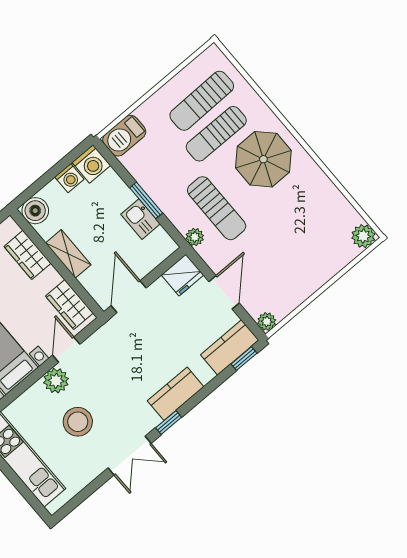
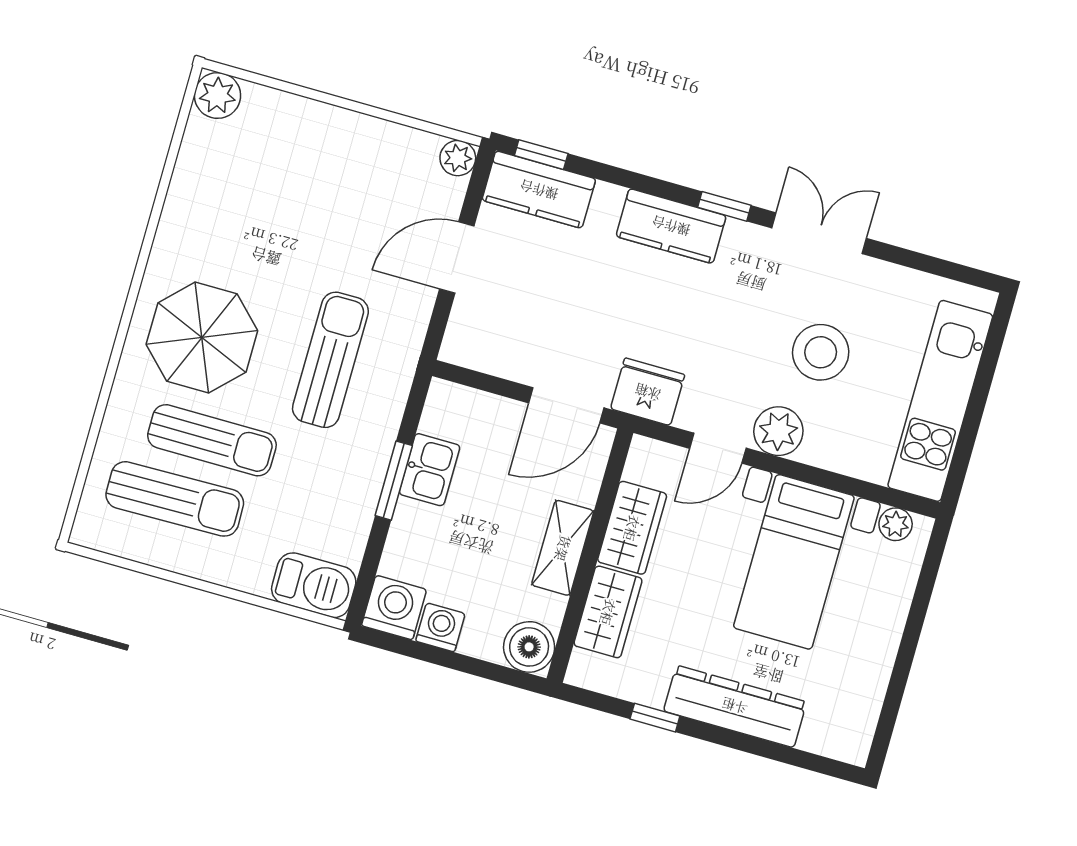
plant: (195, 237) -> (400, 364), removed
fridge: (182, 275) -> (648, 392), moved
wardrobe: (69, 304) -> (632, 528), moved

